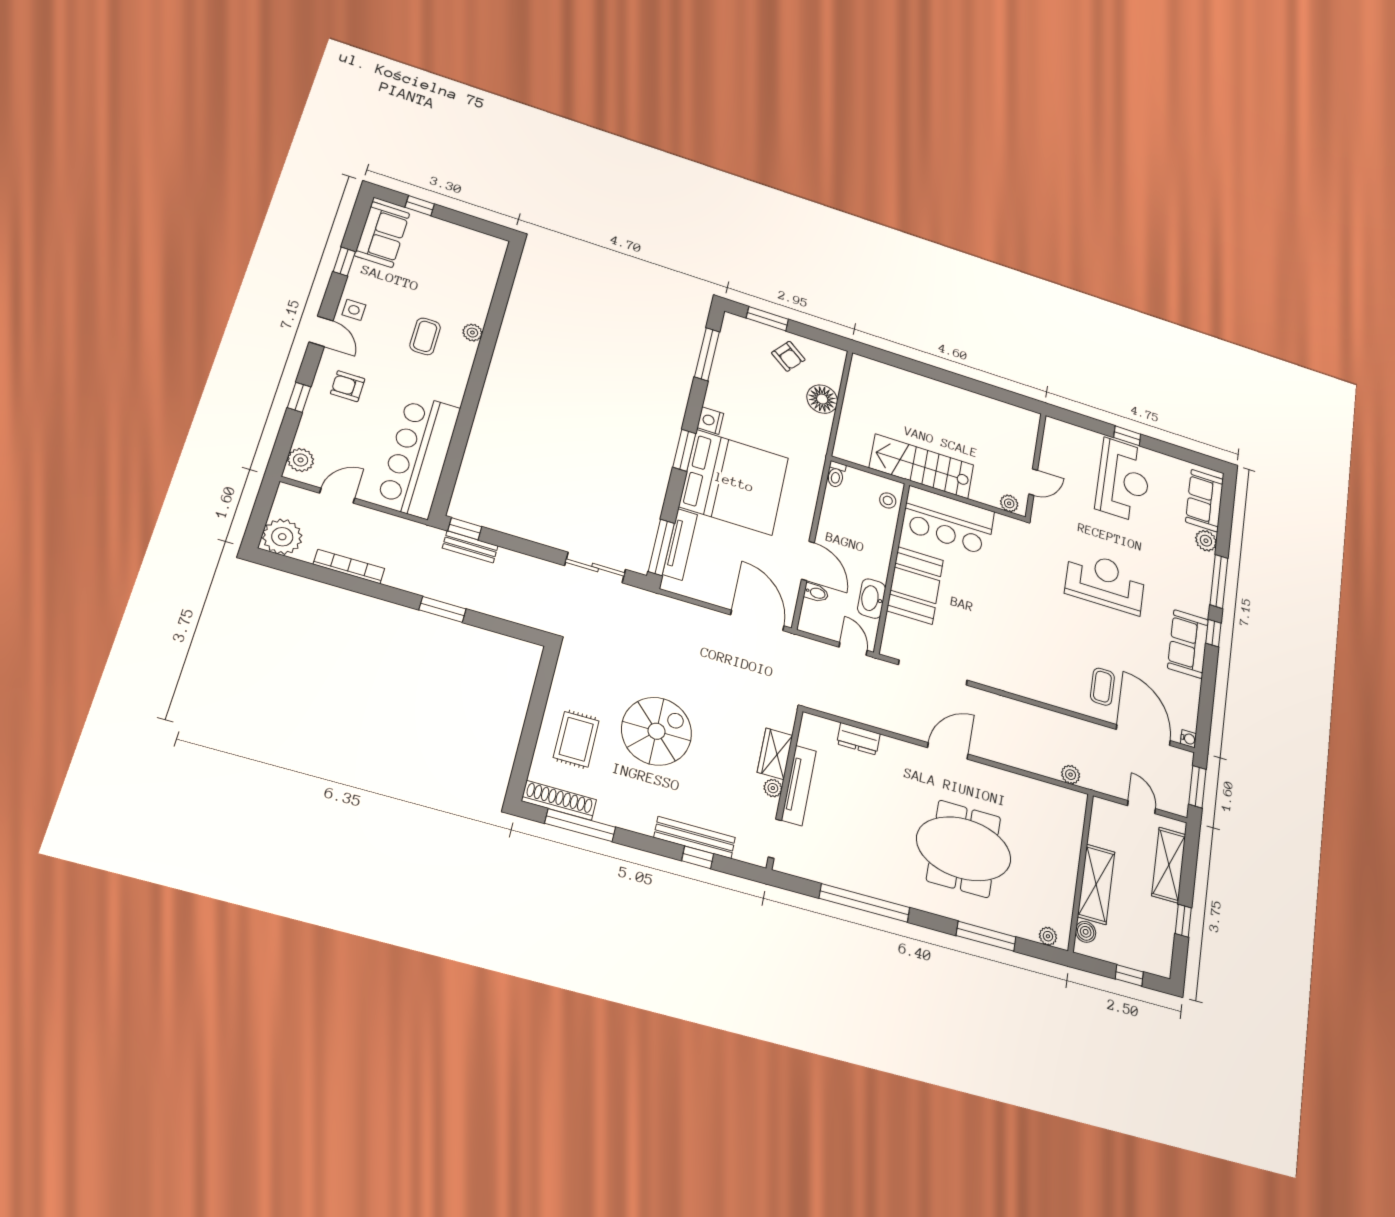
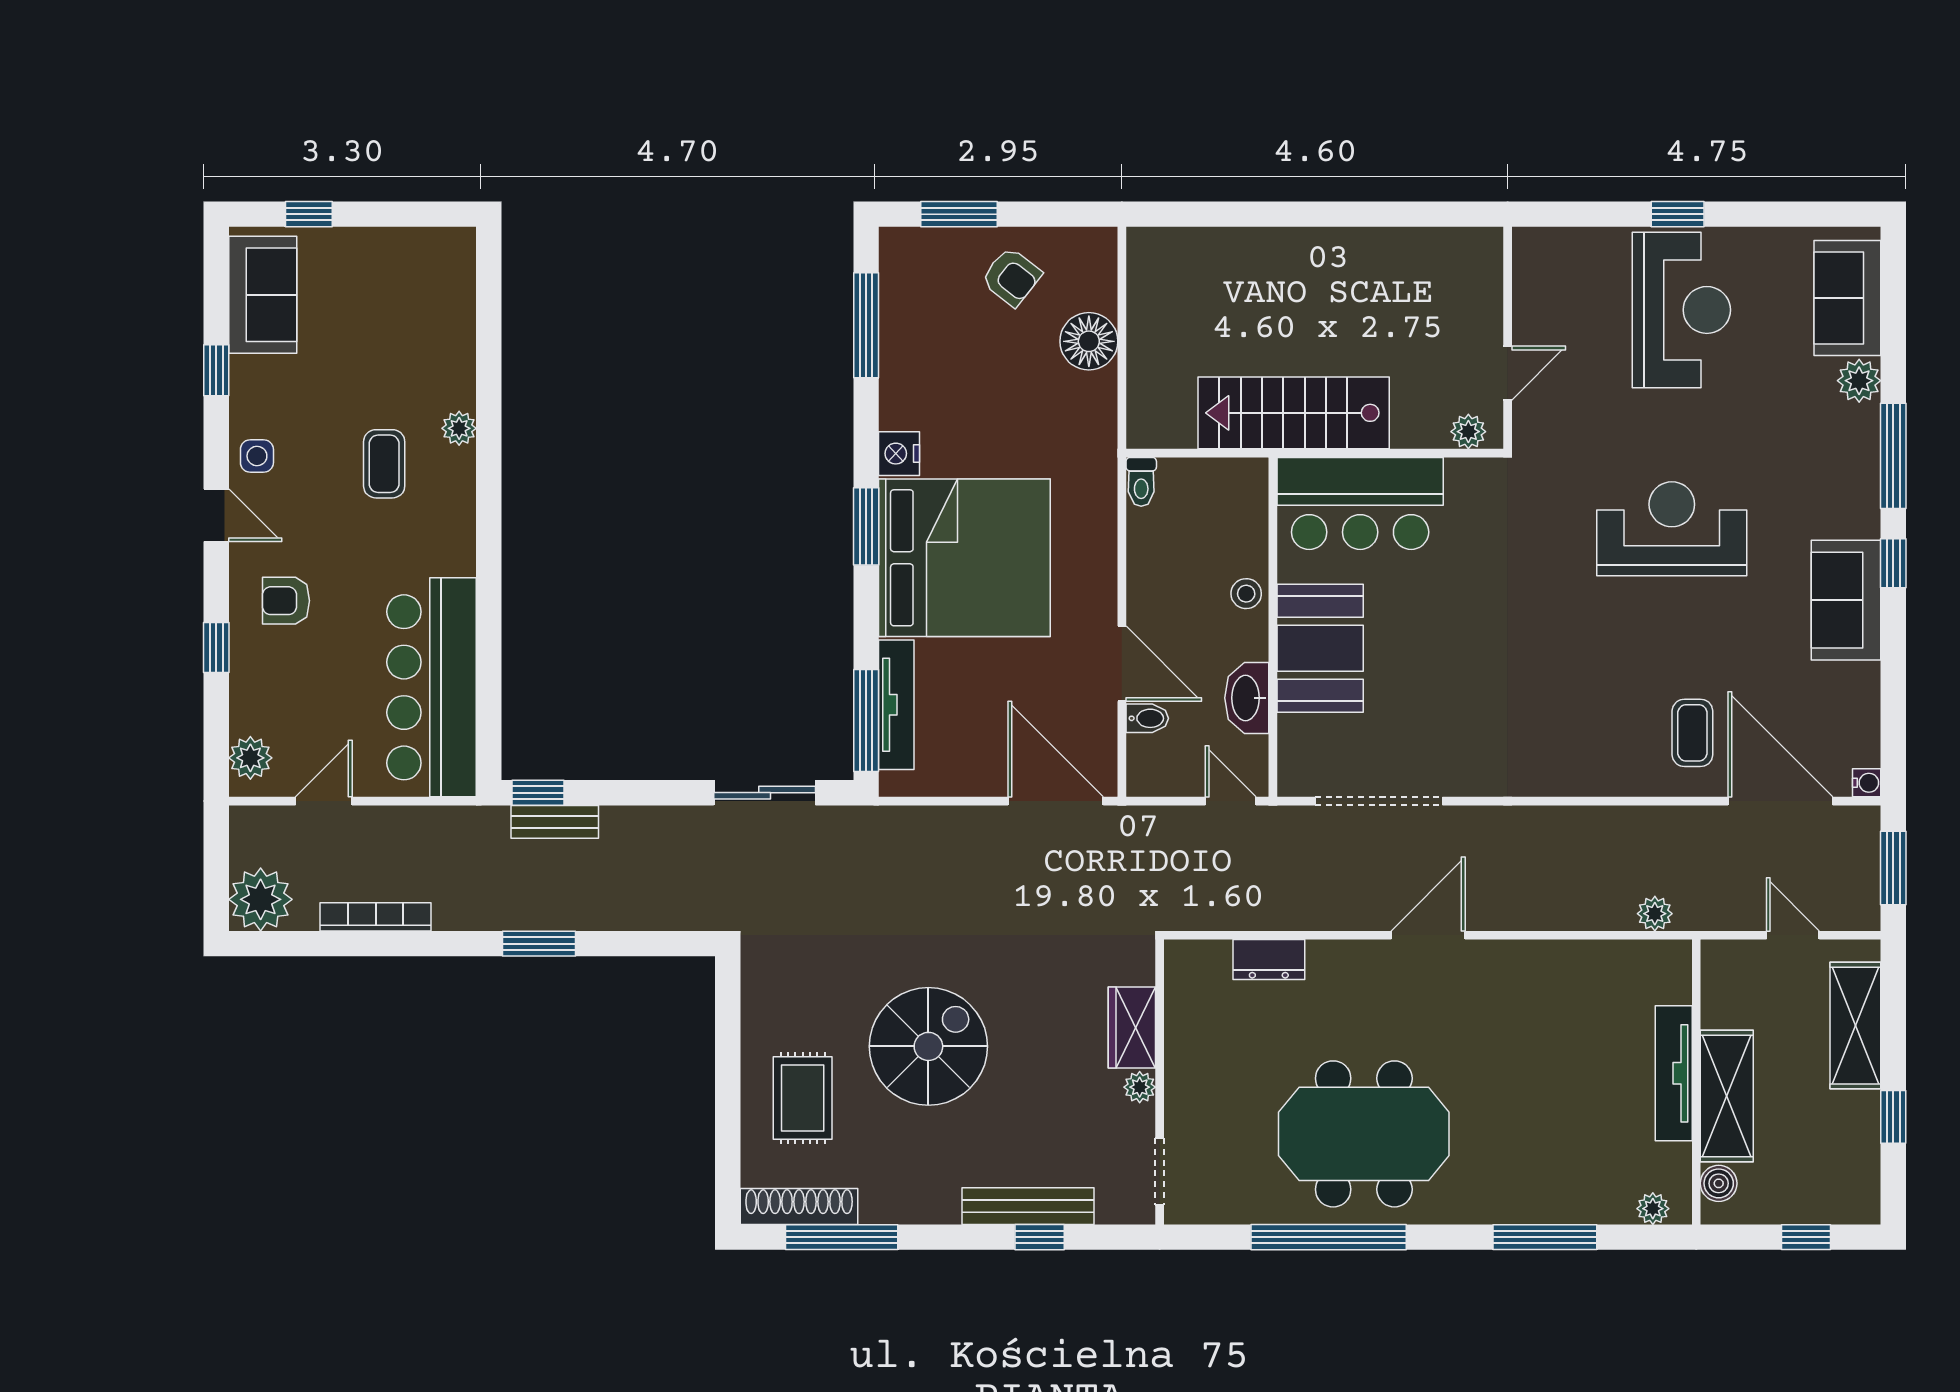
stool: (888, 500) -> (1246, 594), moved
tv unit: (799, 785) -> (1674, 1073), moved, turned 180
meeting table: (964, 849) -> (1364, 1134), moved

